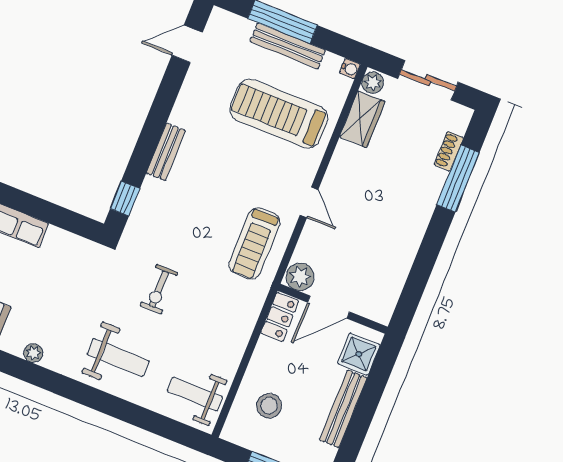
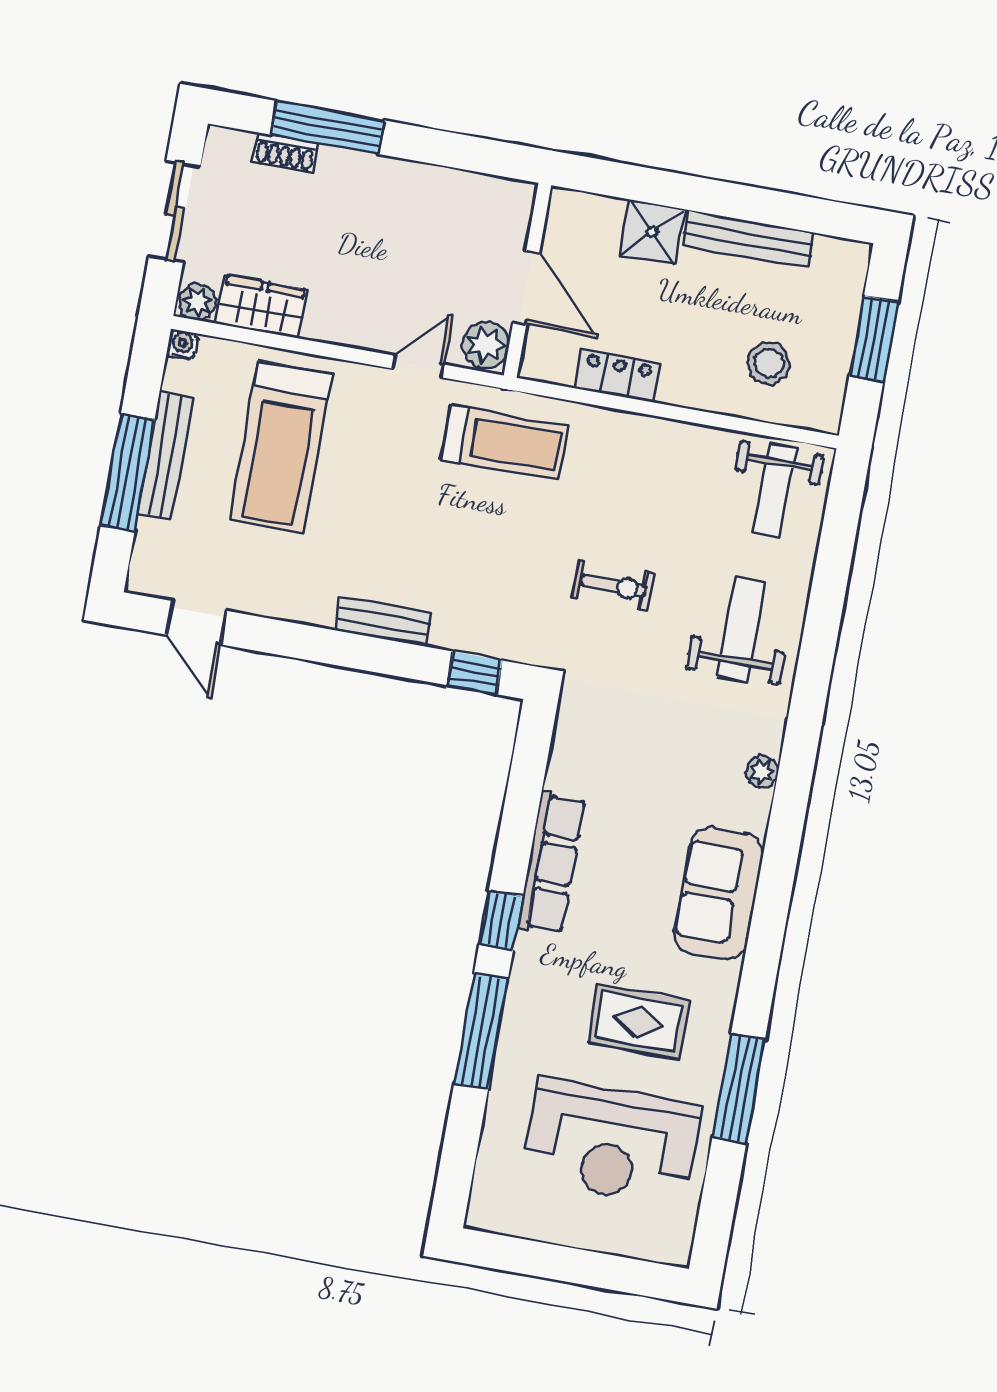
plant: (300, 277) -> (486, 345), moved
door: (329, 307) -> (526, 288), moved
wall: (333, 309) -> (527, 280), moved

